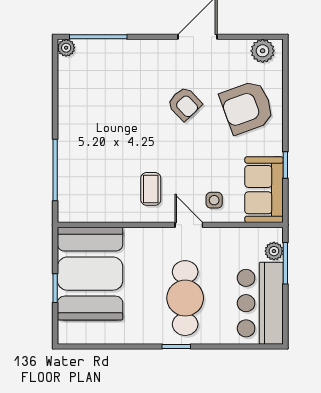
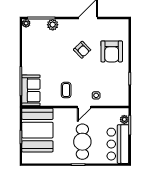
plant: (263, 51) -> (53, 25), moved
armchair: (247, 107) -> (112, 51), turned -70
sofa: (264, 190) -> (31, 90), moved, turned 180
door: (189, 225) -> (84, 107), swing flipped

